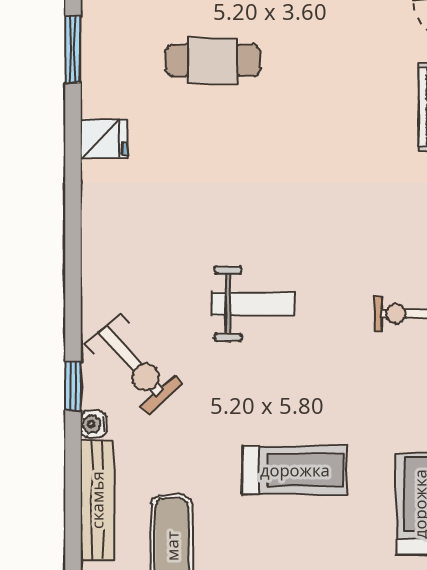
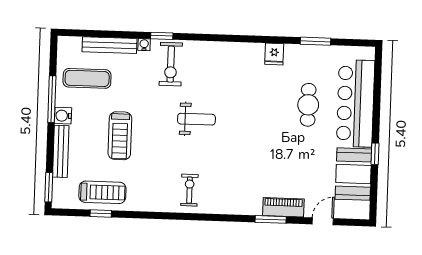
weight bench: (253, 304) -> (196, 119), turned -90
exercise bike: (134, 364) -> (171, 64), turned -48

